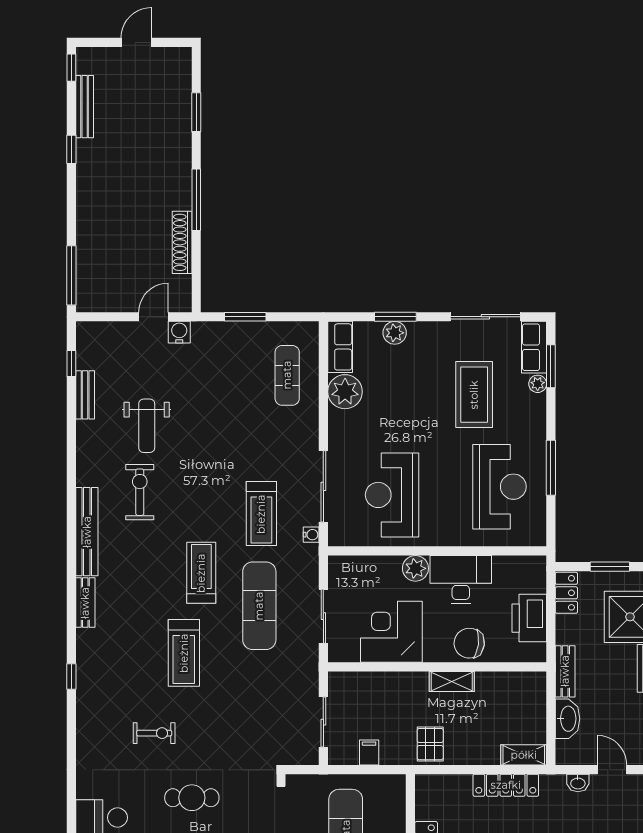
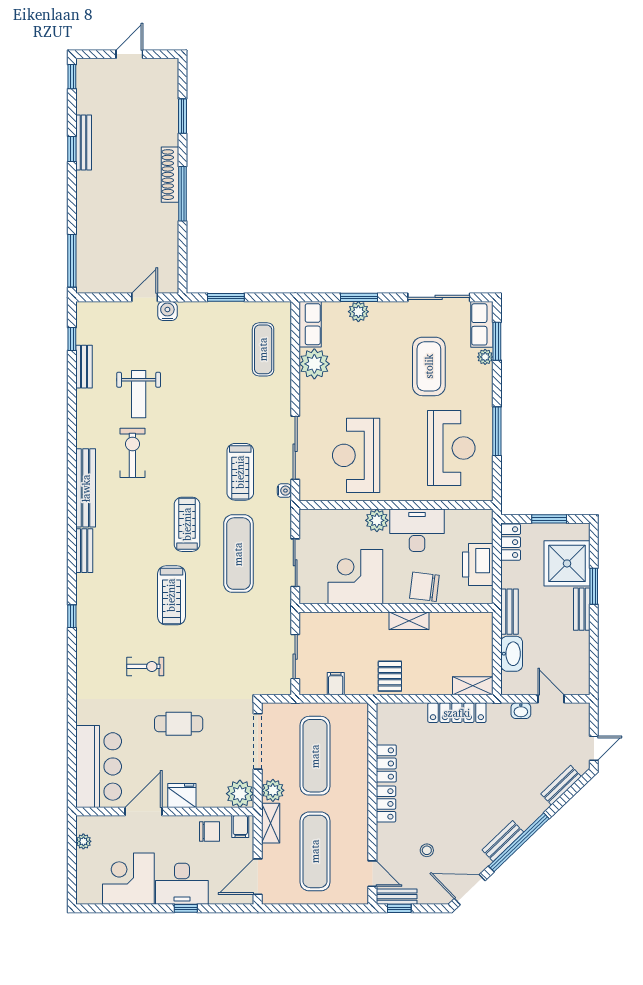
bench: (85, 107) -> (84, 142), moved
shoe rack: (182, 242) -> (170, 175), moved

